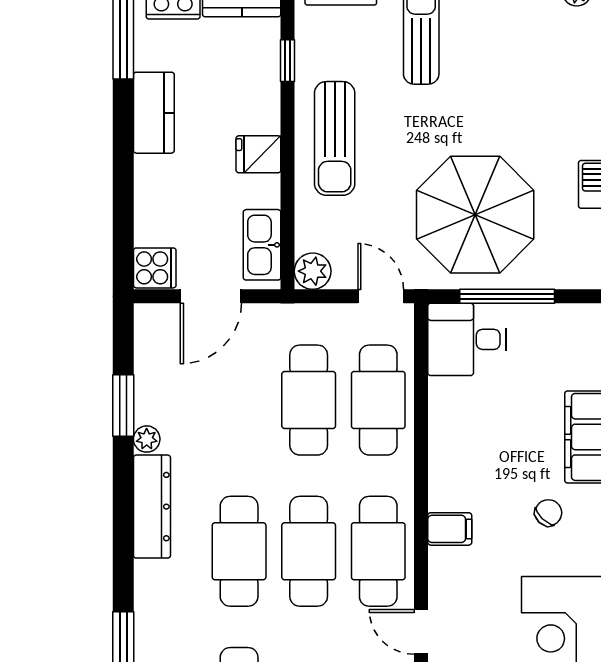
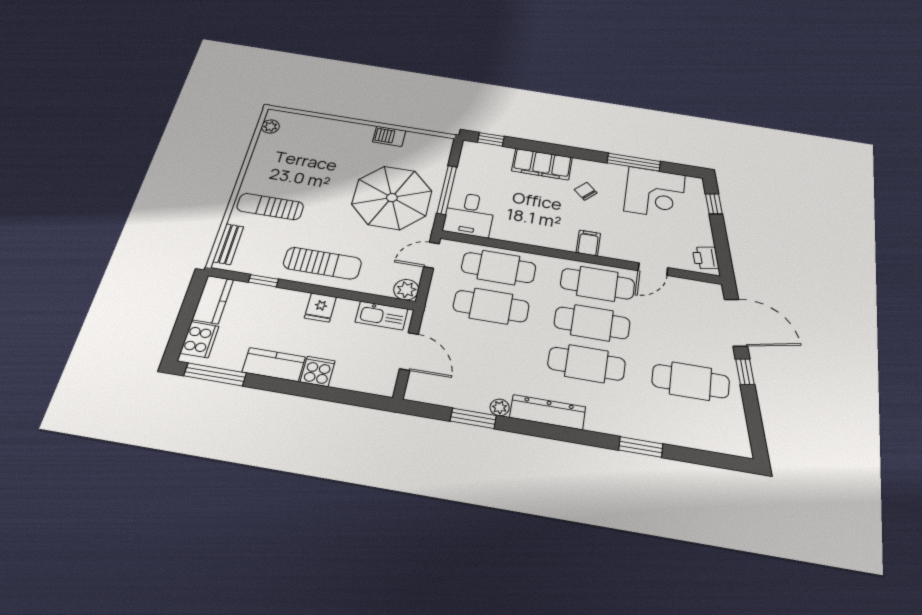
cooker: (155, 268) -> (318, 371), moved

